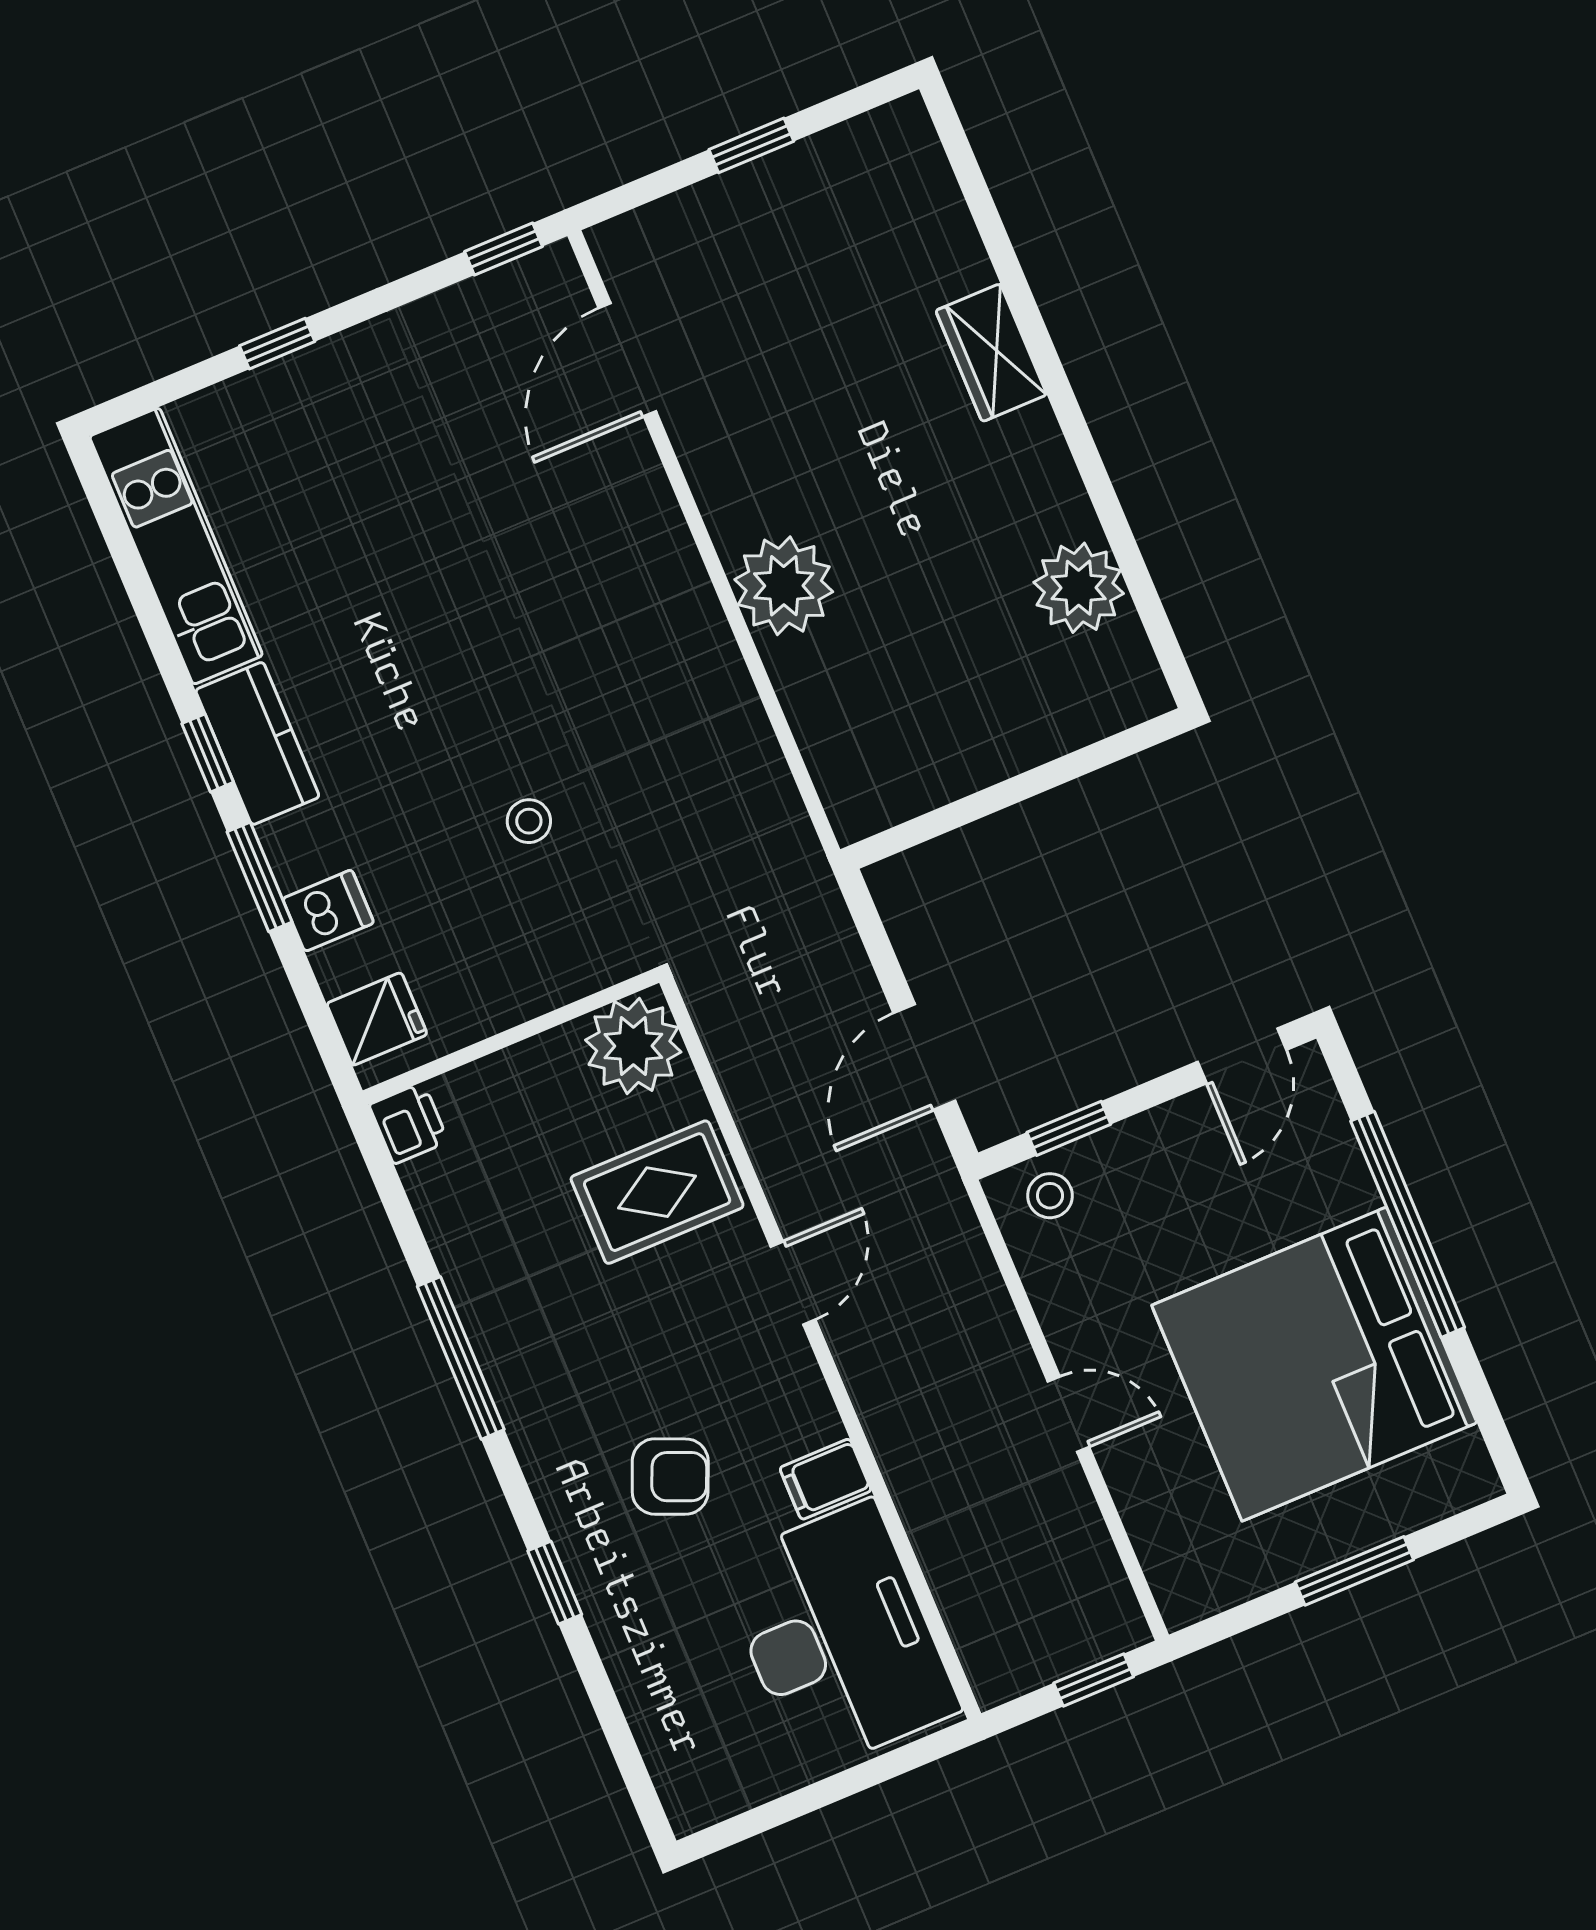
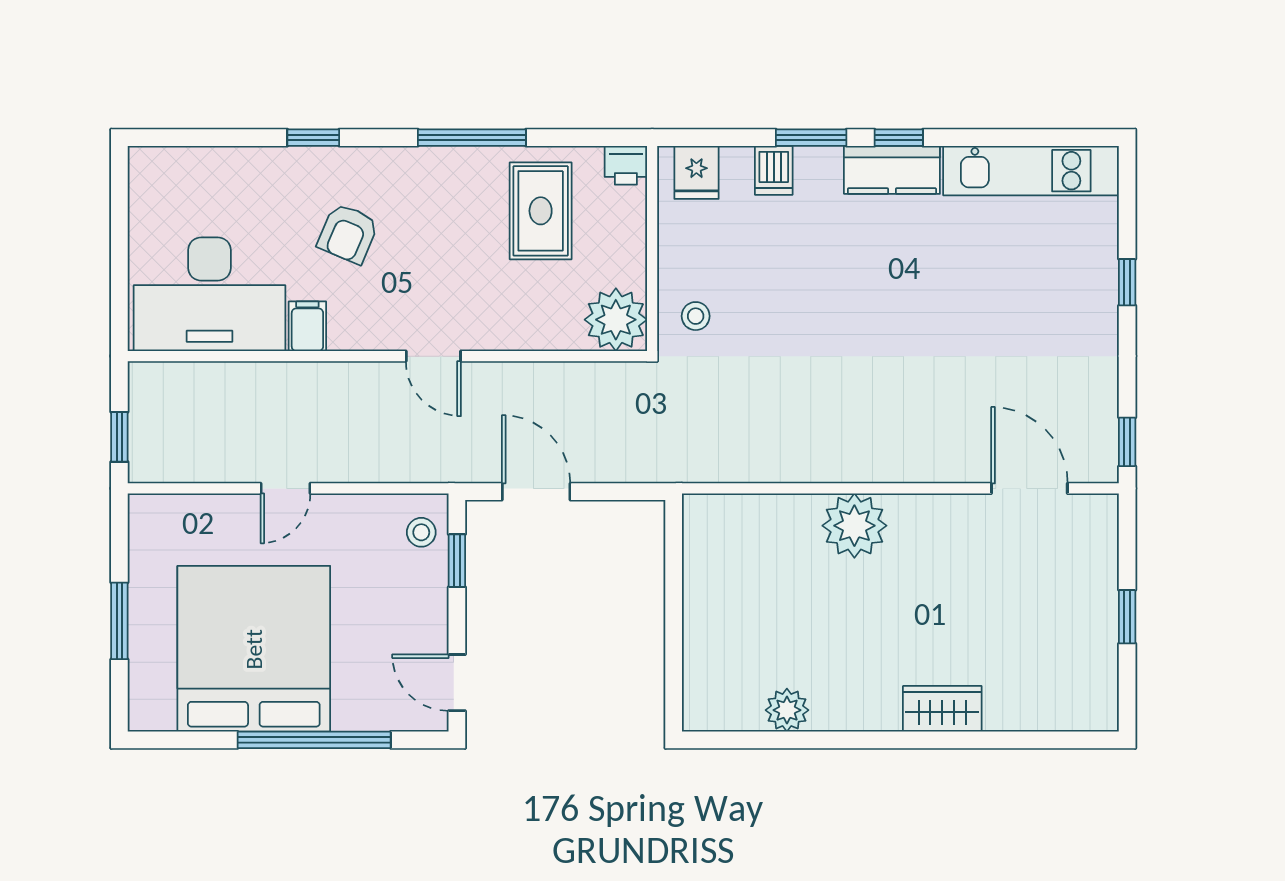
plant: (1079, 588) -> (787, 710), width x0.73, depth x0.73
stool: (529, 821) -> (696, 316), moved
rug: (657, 1192) -> (541, 211), moved

